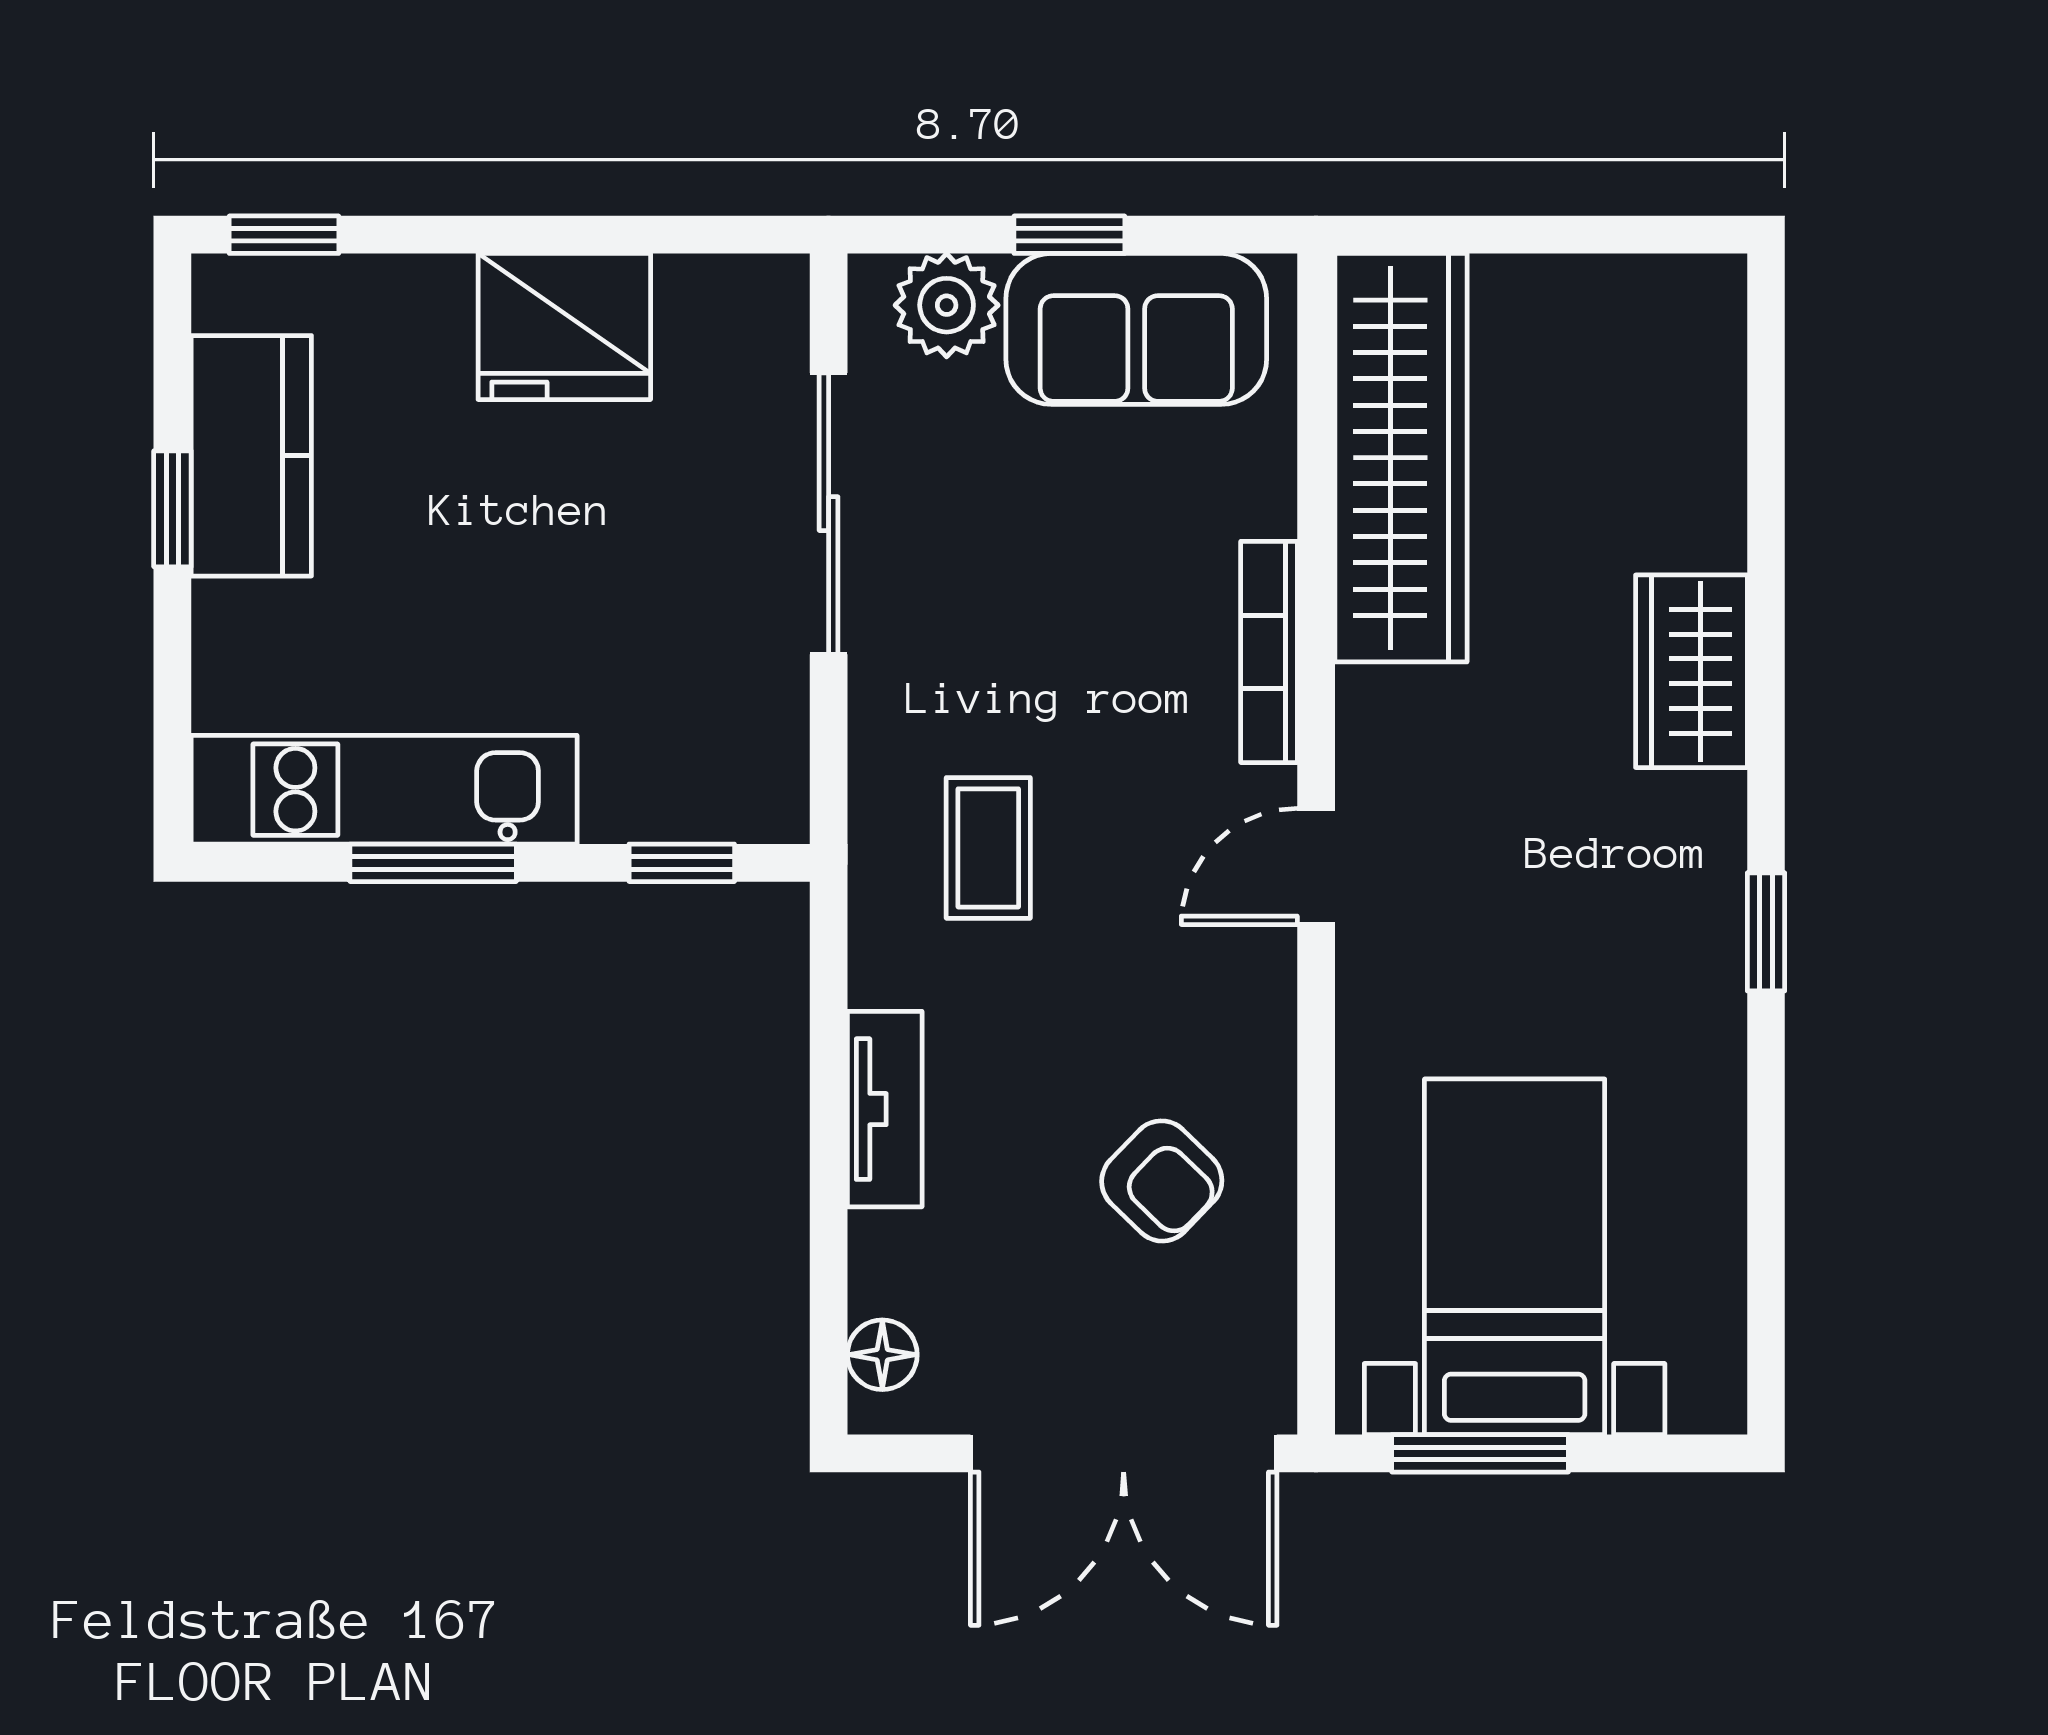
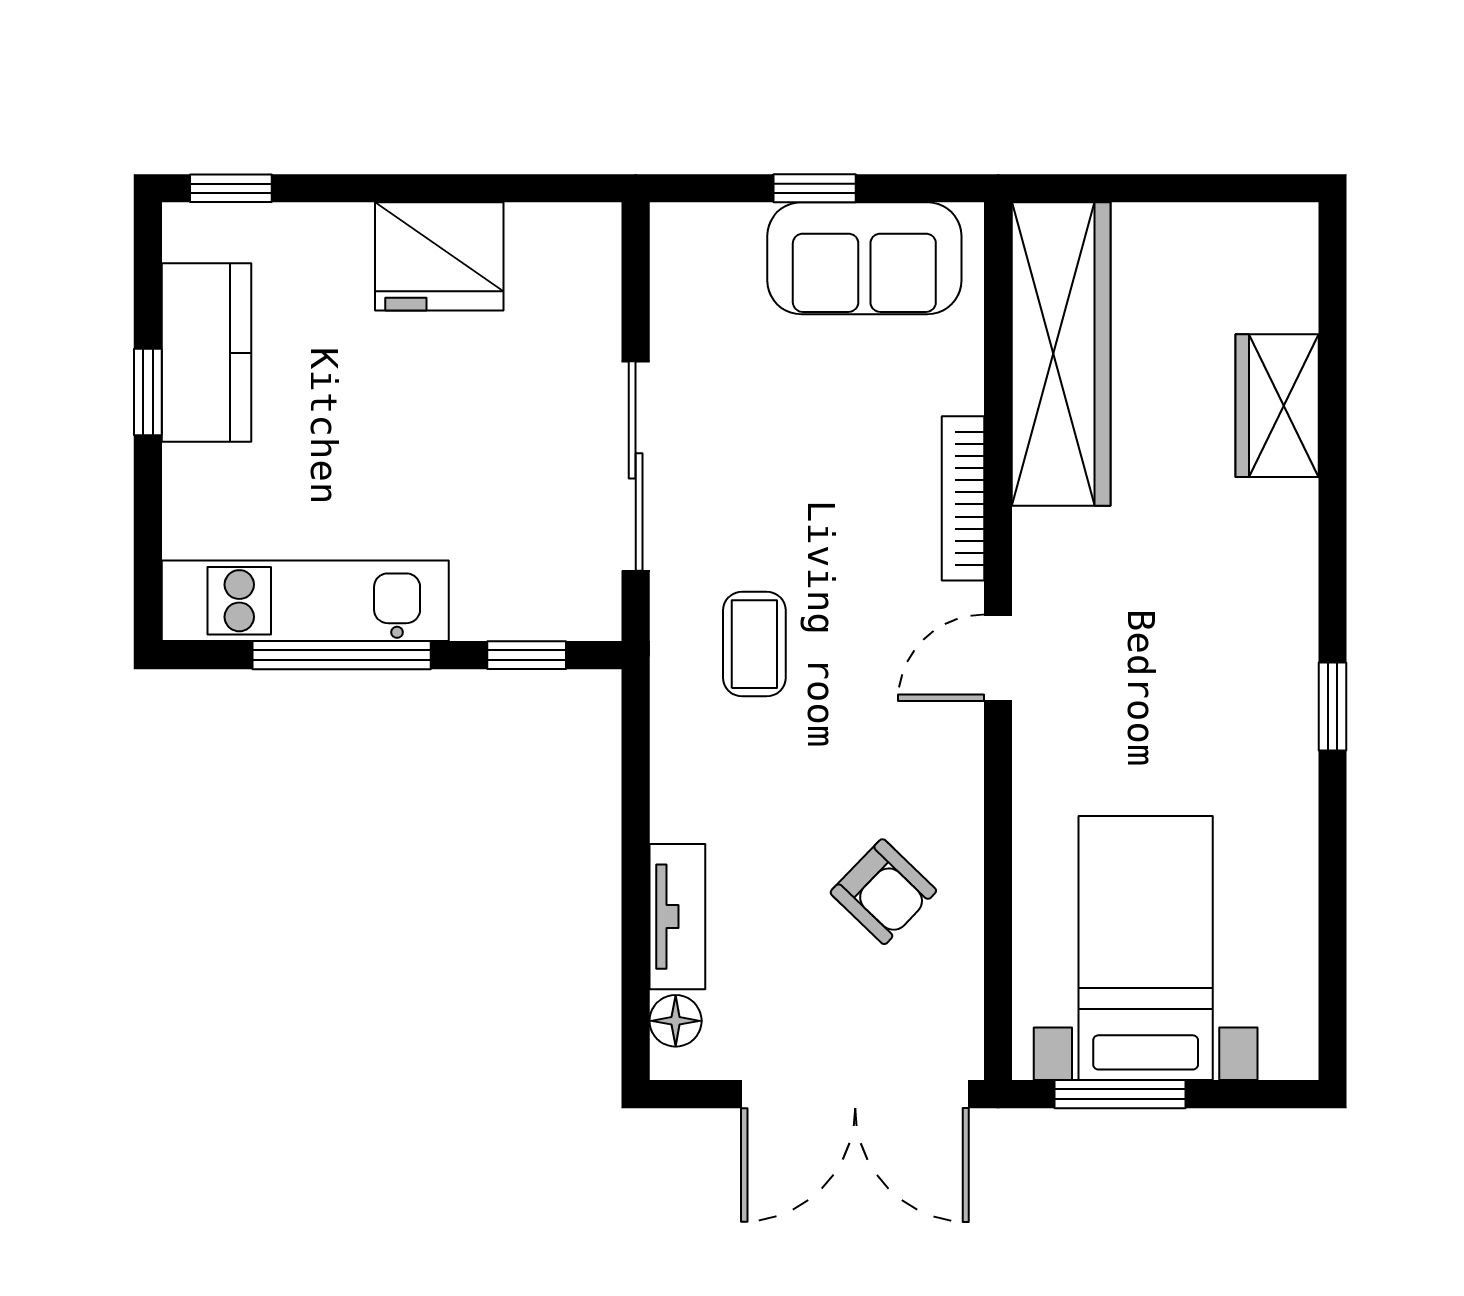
plant: (947, 305) -> (723, 241), removed
sliding door: (829, 514) -> (636, 466), moved
wardrobe: (1691, 671) -> (1277, 406), moved
window: (433, 863) -> (342, 655), width x1.44
tv unit: (885, 1109) -> (677, 917), moved

